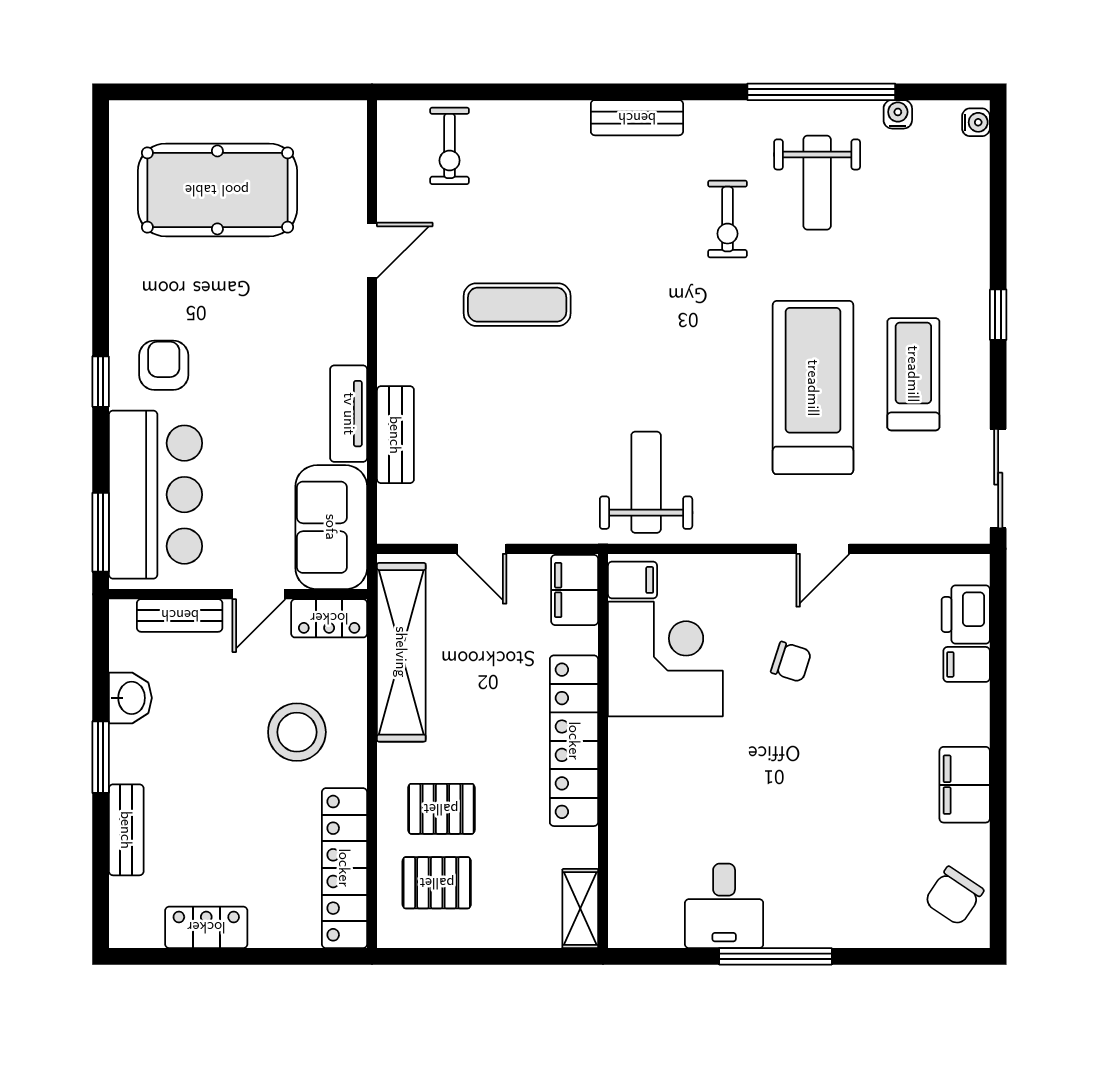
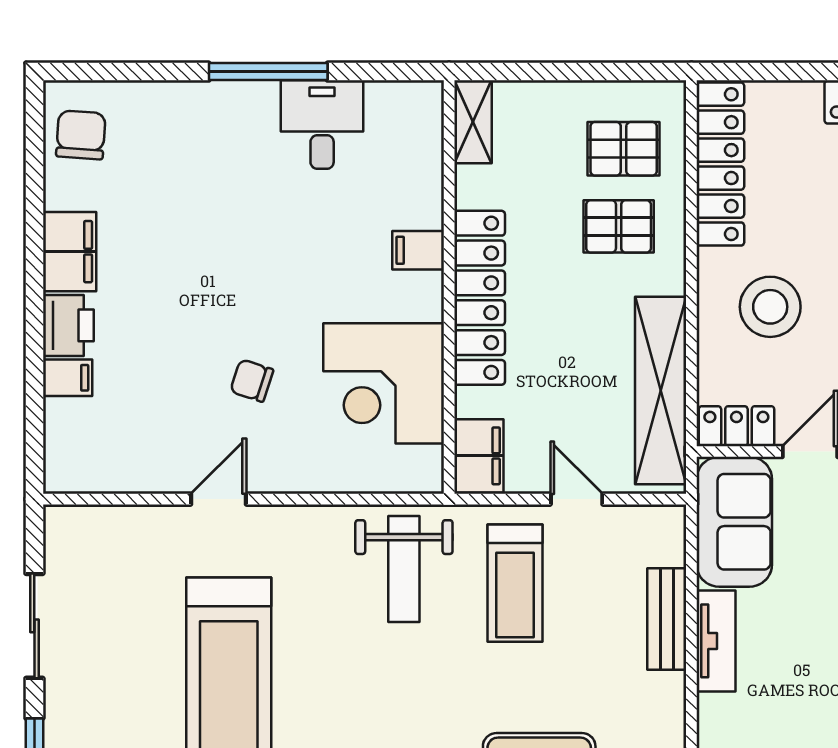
treadmill: (913, 374) -> (515, 583), moved
sliding door: (998, 479) -> (34, 626), moved
filing cabinet: (633, 580) -> (418, 250), moved
printer: (966, 614) -> (68, 325), moved
chair: (954, 896) -> (81, 135), turned -30

